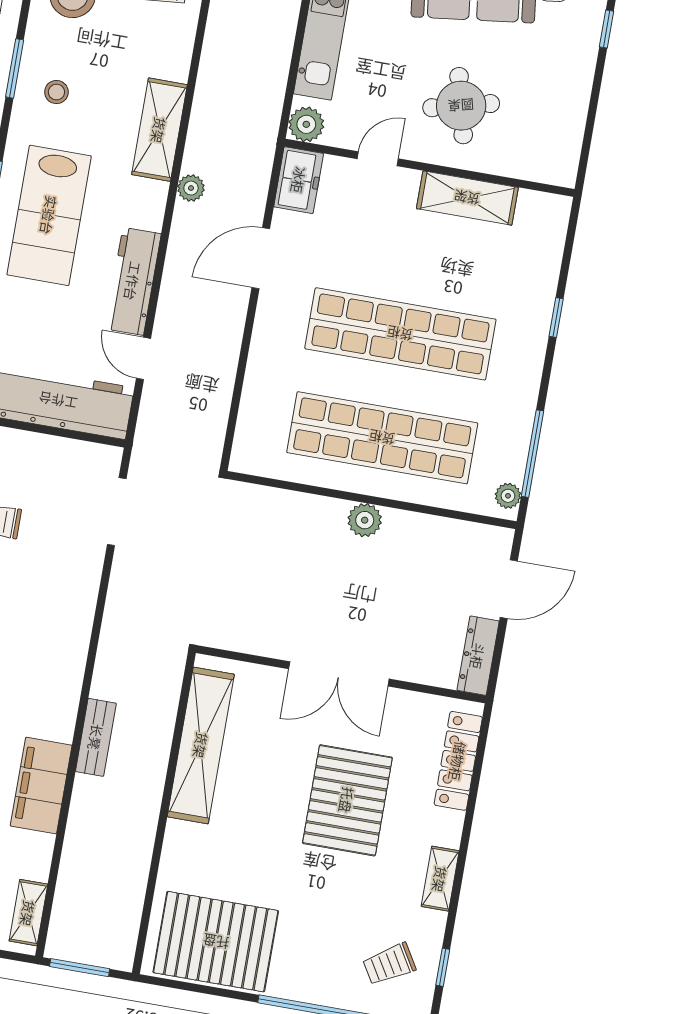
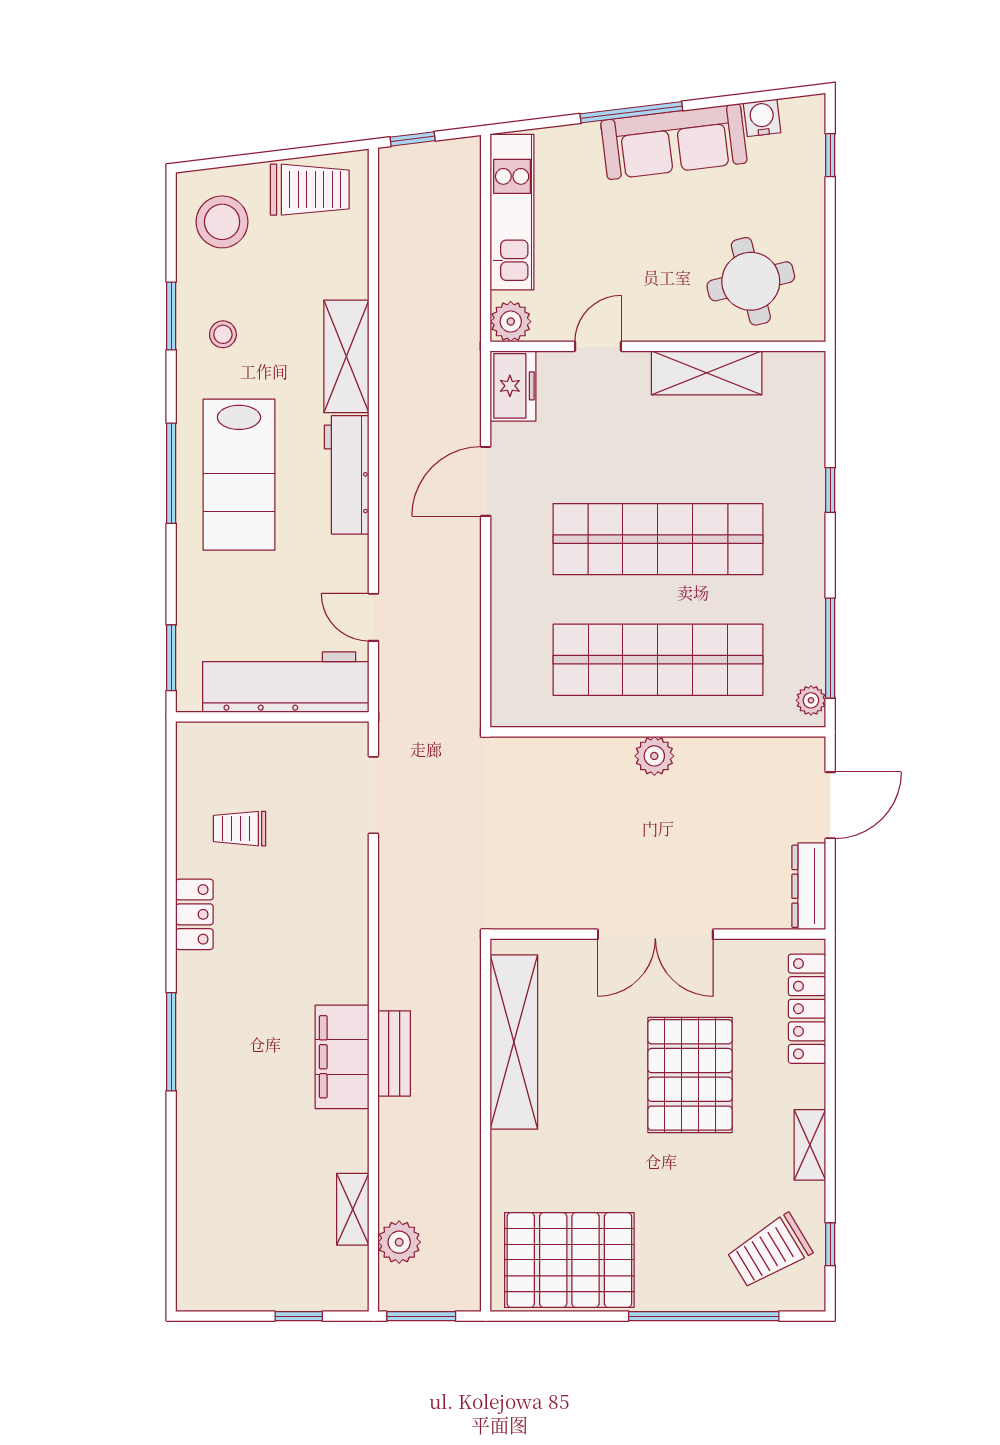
round table: (461, 106) -> (751, 281), moved
plant: (191, 188) -> (399, 1242), moved, width x1.38, depth x1.38
workbench: (133, 281) -> (347, 475), moved
filing cabinet: (41, 786) -> (342, 1057), moved
shelving: (28, 913) -> (353, 1209), moved
trolley: (389, 964) -> (769, 1251), width x1.36, depth x1.39

